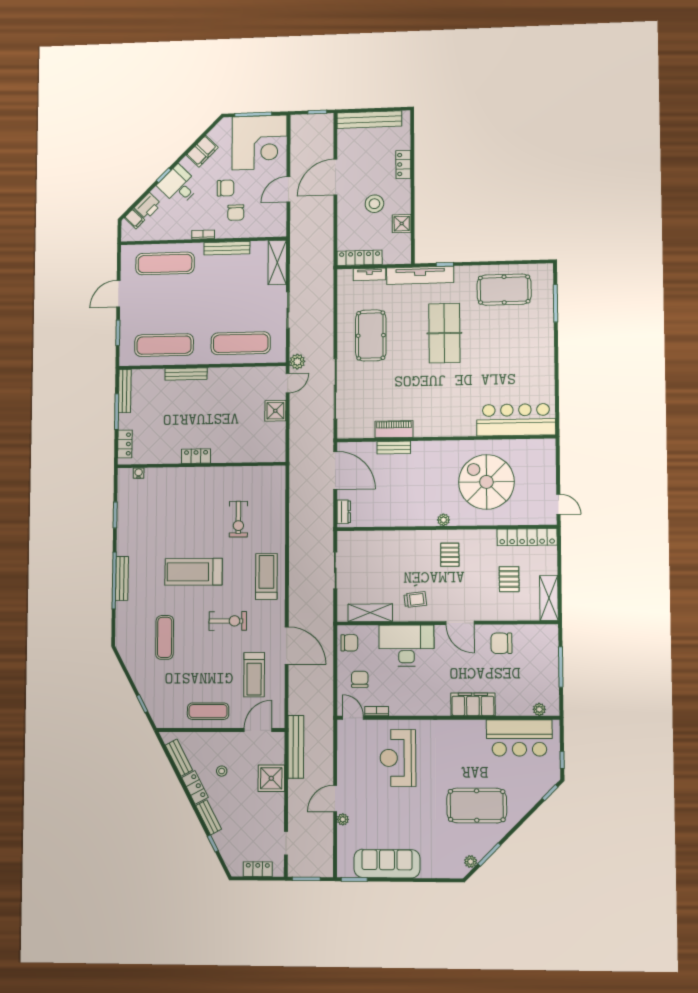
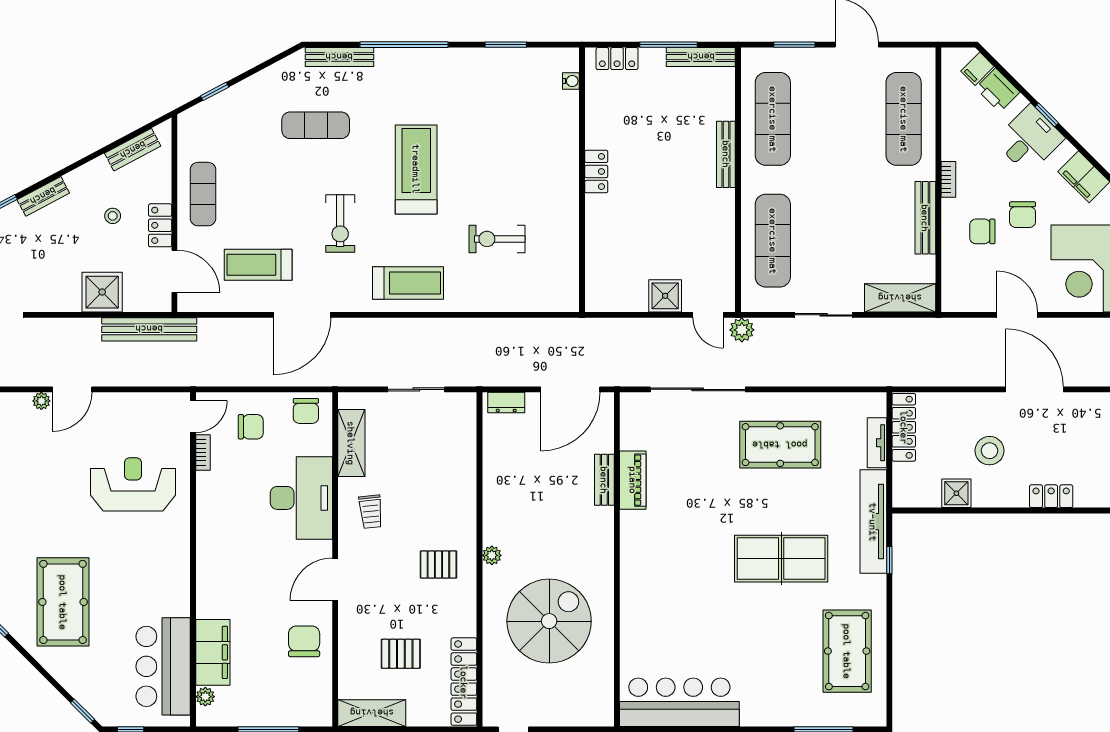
bar counter: (516, 420) -> (679, 702), moved, turned -90
bench: (122, 578) -> (339, 57), moved
filing cabinet: (473, 704) -> (213, 652), moved
locker: (195, 787) -> (160, 225), moved, turned 118
door: (335, 799) -> (72, 389), swing flipped

